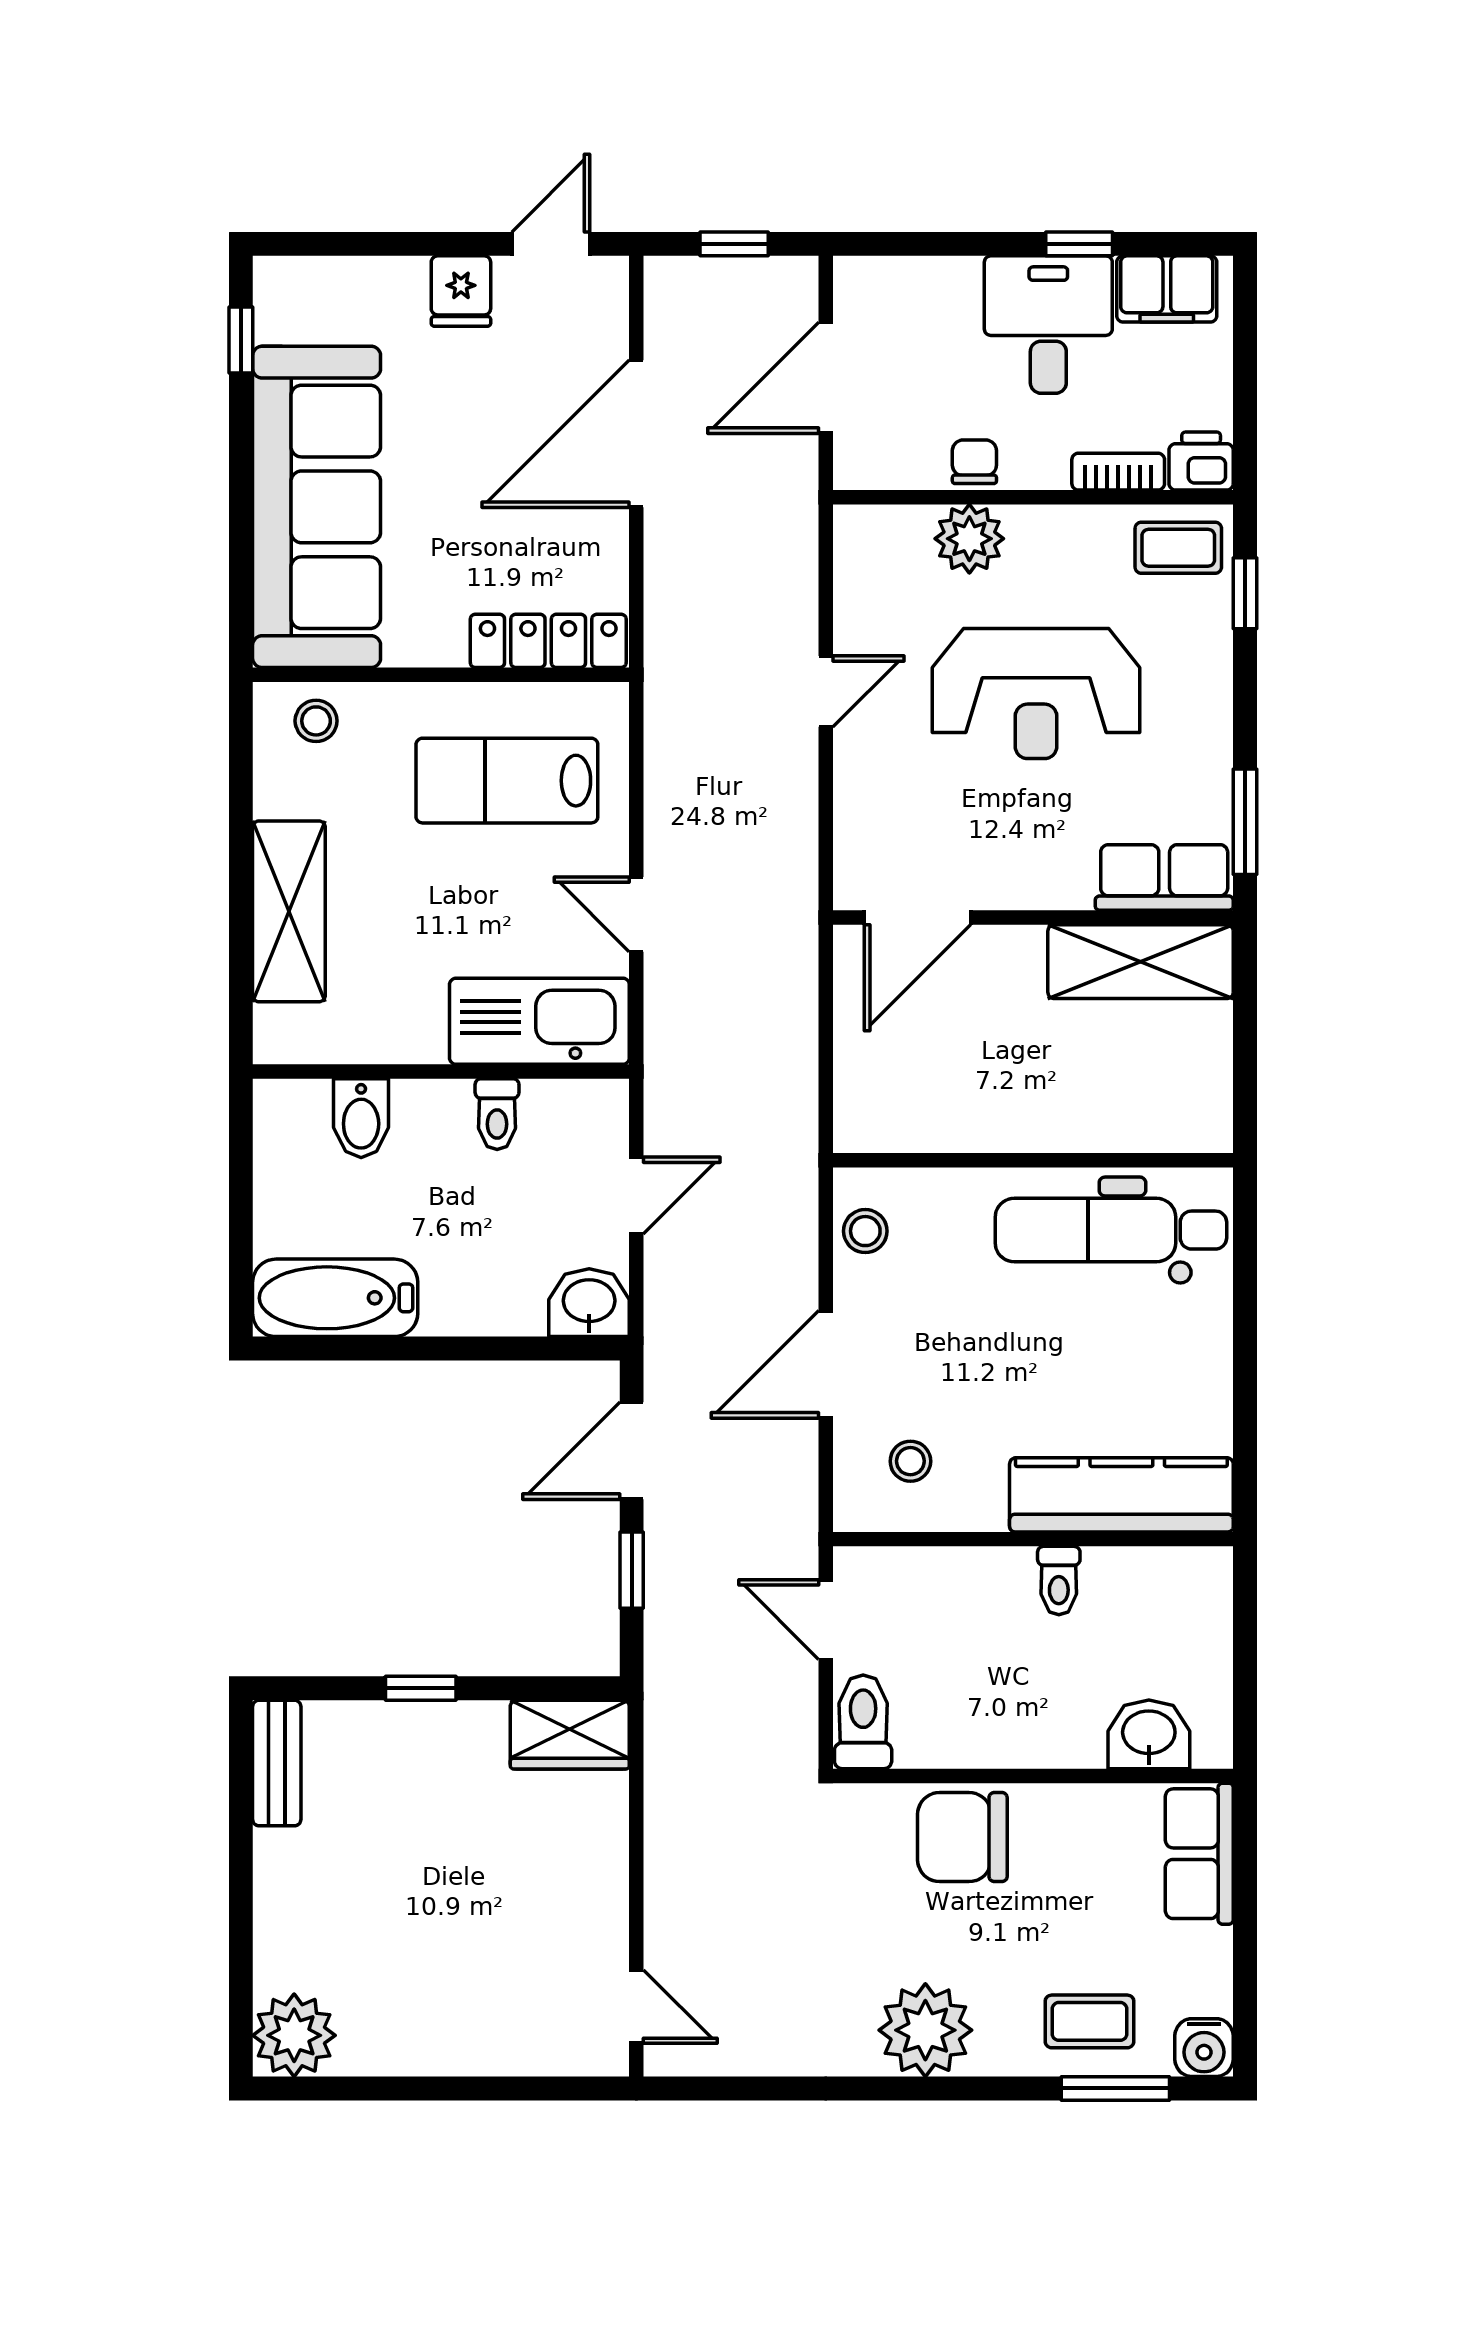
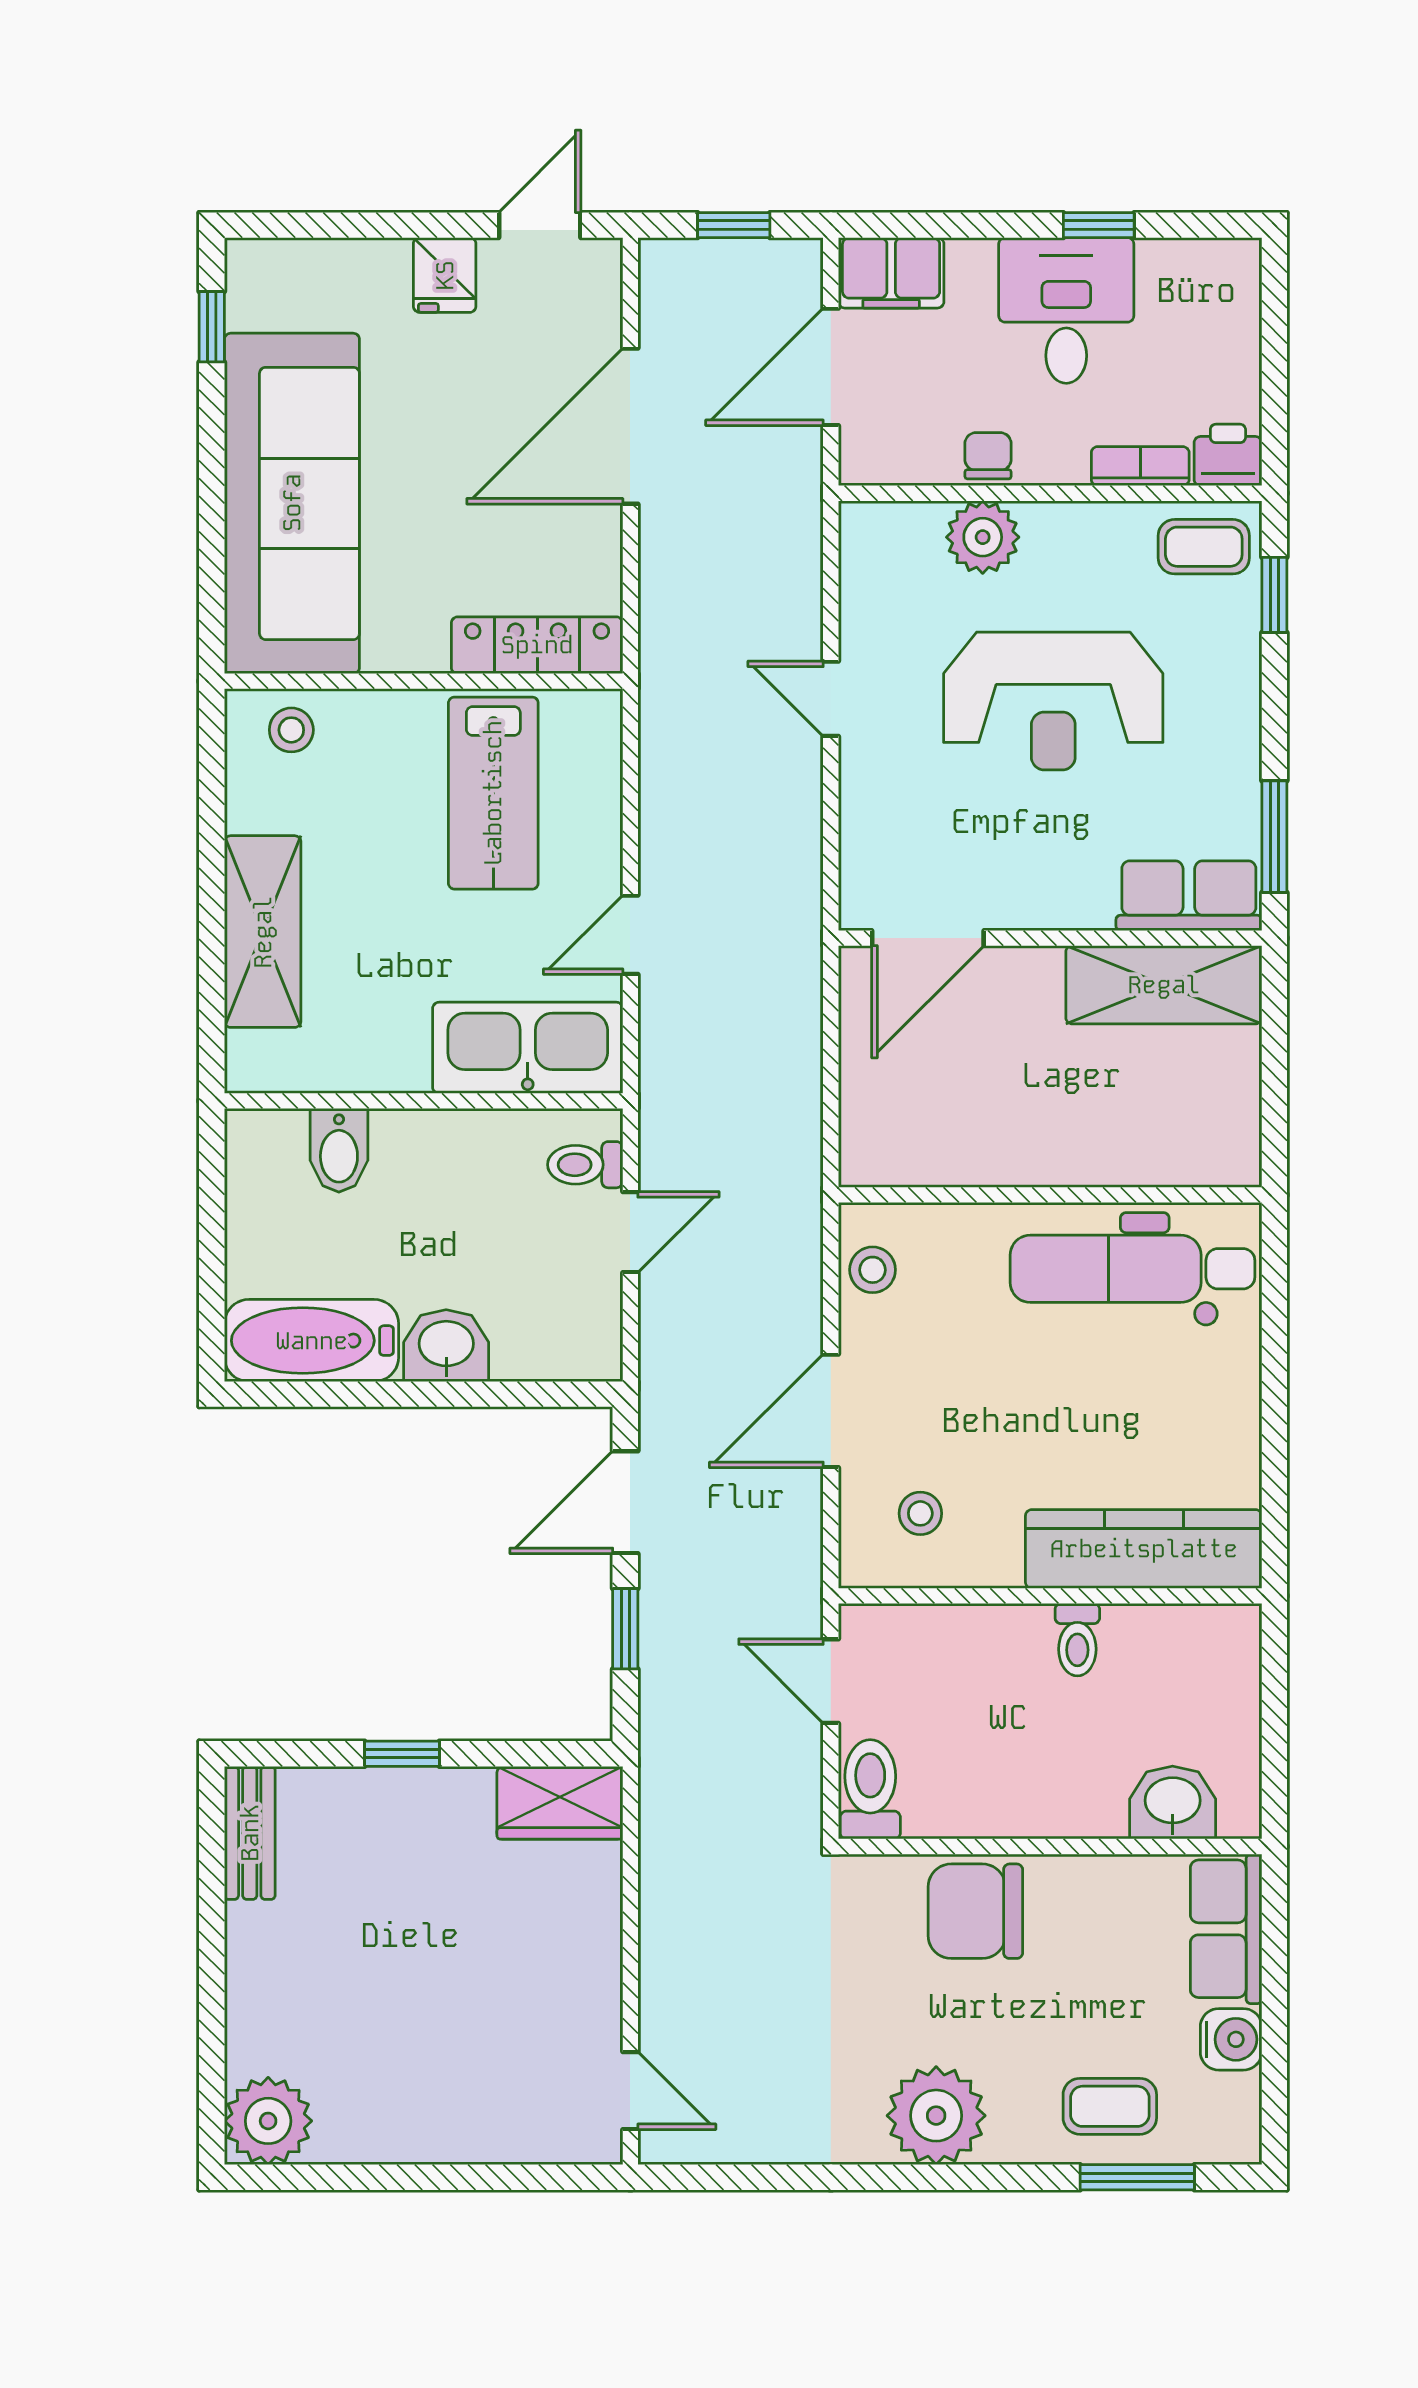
filing cabinet: (1167, 289) -> (891, 273), moved
door: (826, 691) -> (831, 699), swing flipped
lab bench: (507, 781) -> (493, 793), turned -90
door: (636, 914) -> (630, 935), hinge flipped
toilet: (497, 1114) -> (585, 1165), moved, turned 90
washbasin: (589, 1303) -> (446, 1346), moved
water cooler: (1204, 2048) -> (1231, 2039), moved, turned -90

